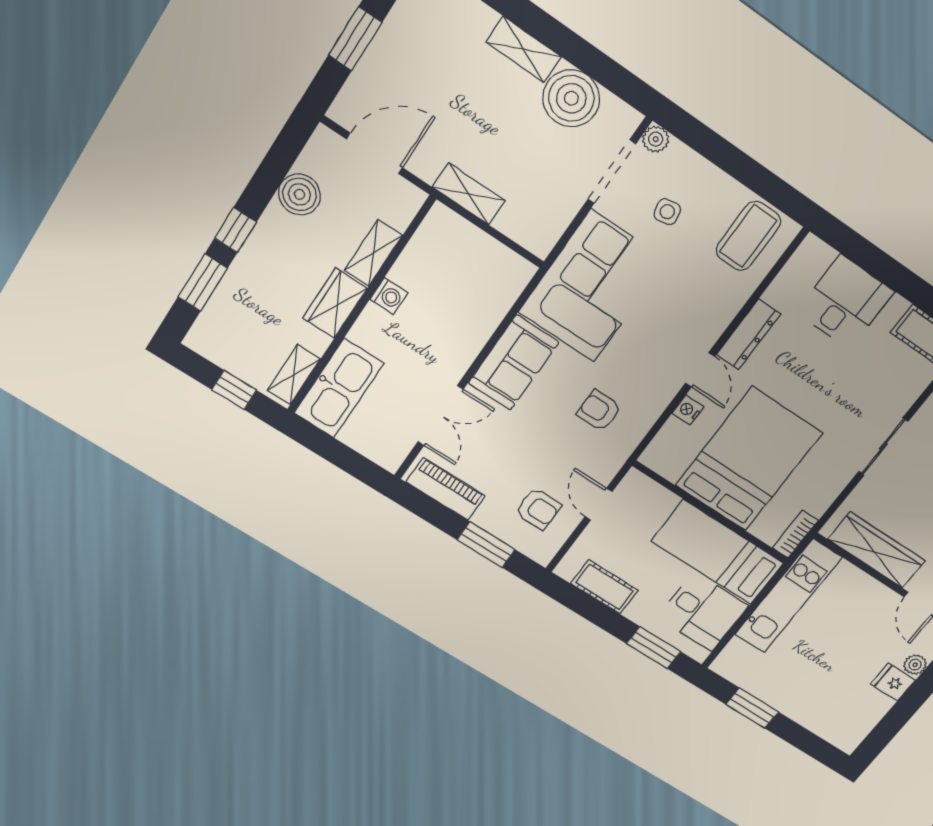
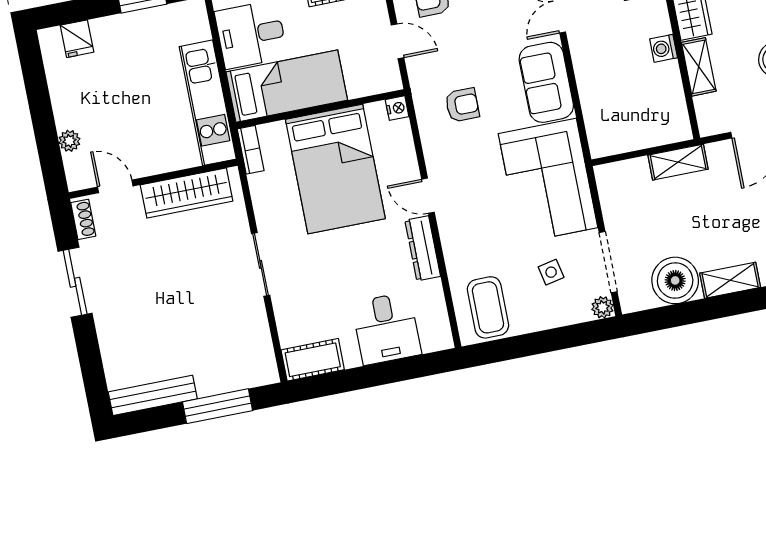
nightstand: (688, 410) -> (397, 108), moved
fridge: (893, 682) -> (77, 39), moved, turned 90

